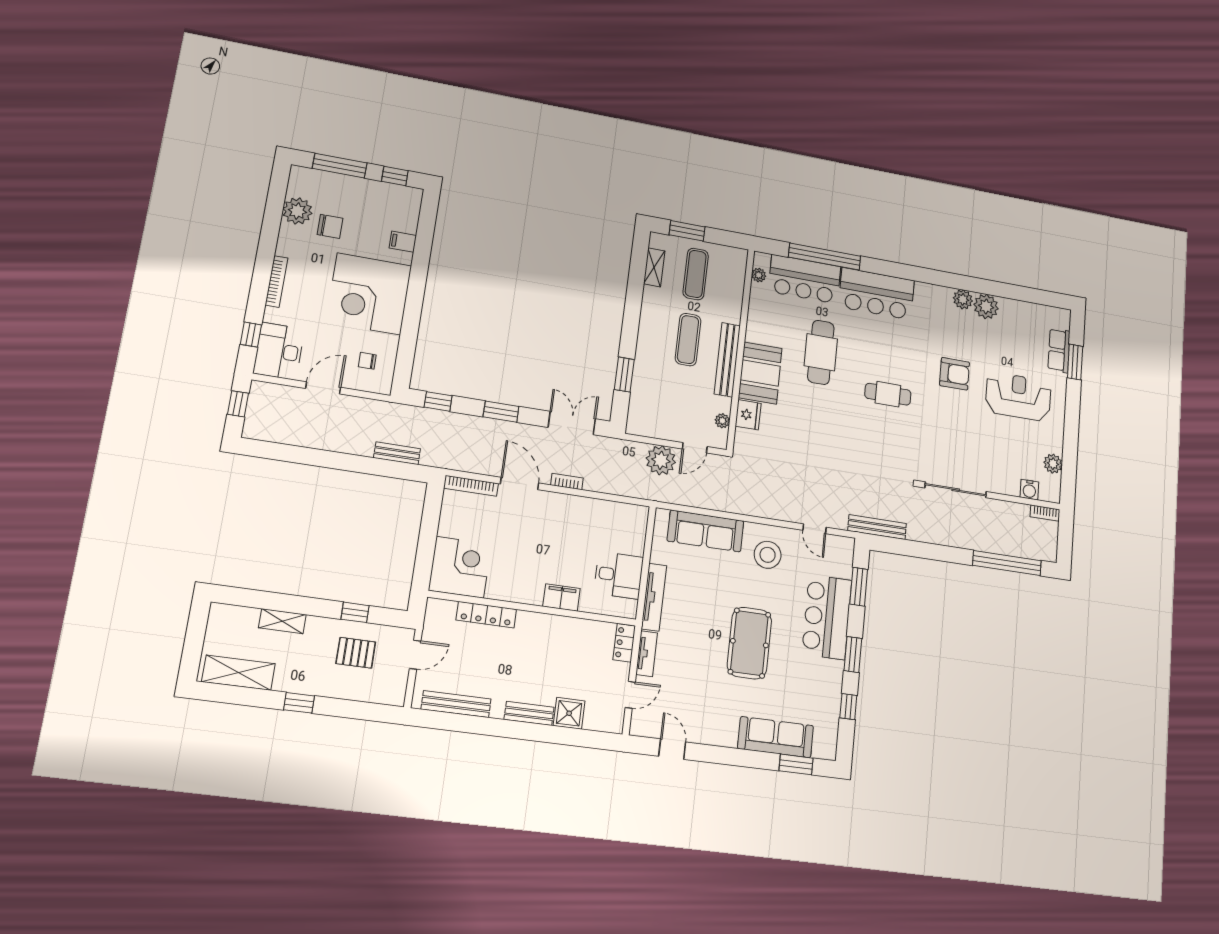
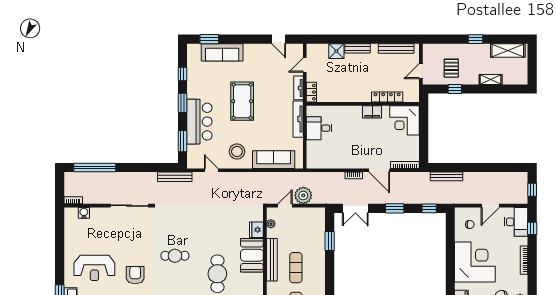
armchair: (955, 374) -> (135, 275), turned 90
bench: (397, 453) -> (446, 176), width x1.36
plant: (1053, 464) -> (70, 231), removed
filing cabinet: (561, 597) -> (372, 112), moved
pallet: (356, 653) -> (451, 68), turned 90

